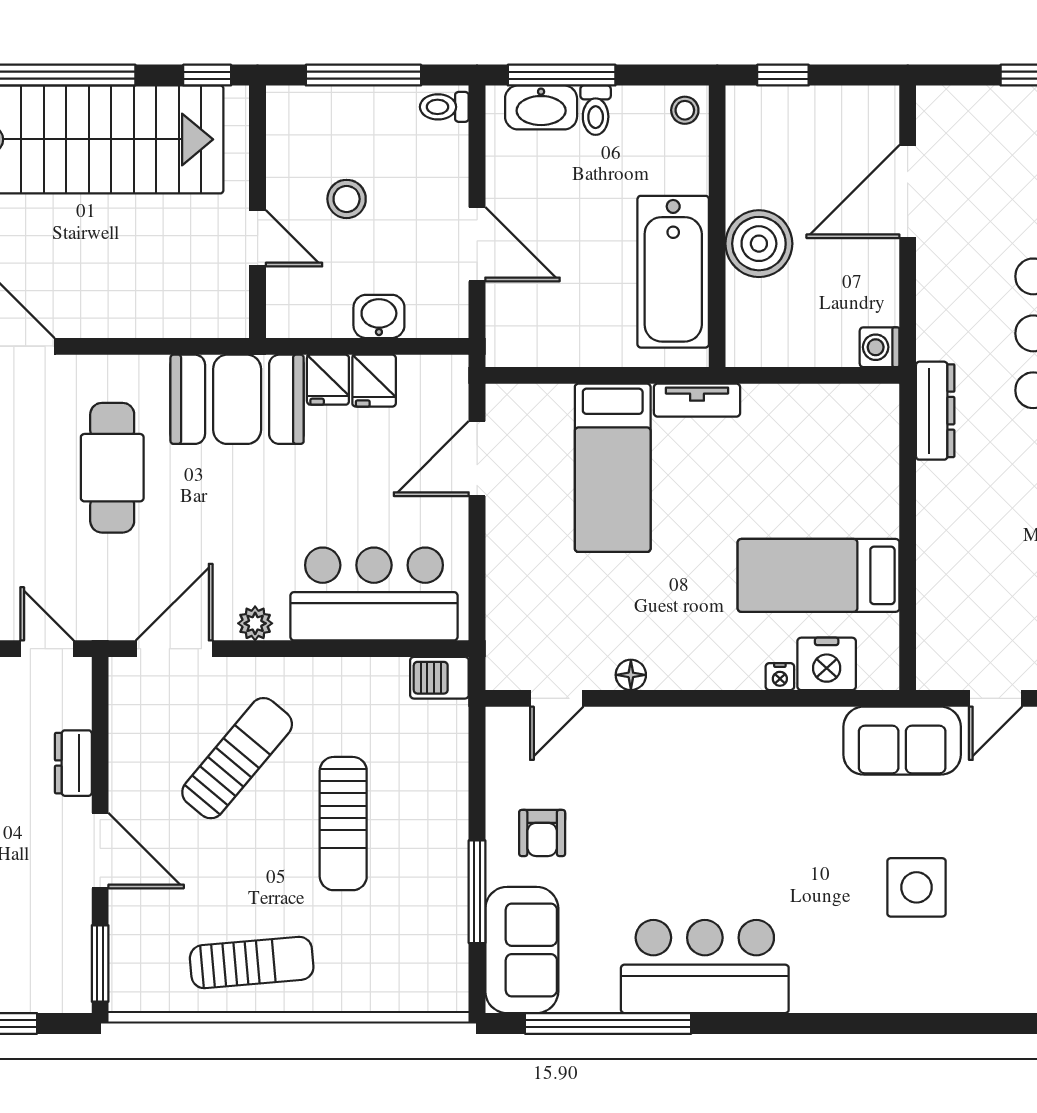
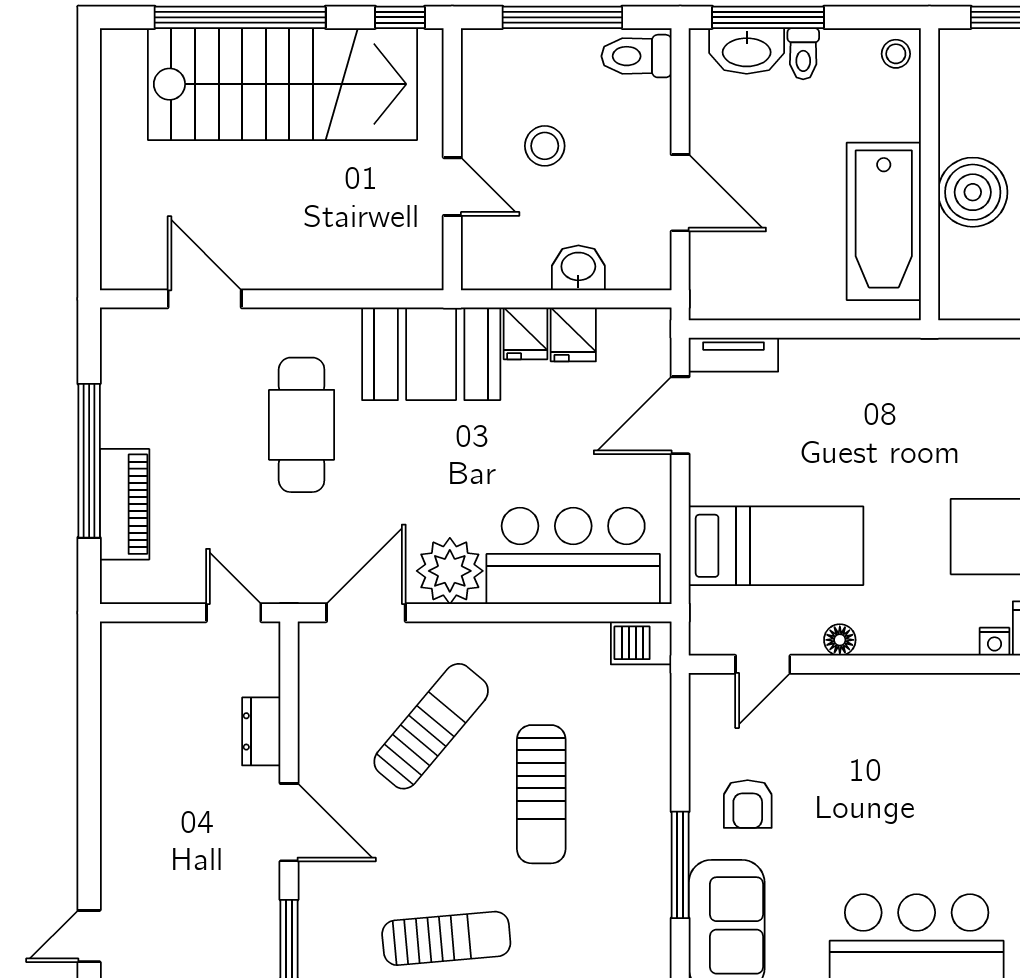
toilet: (444, 107) -> (636, 56), width x1.37, depth x1.39
tv unit: (697, 400) -> (733, 355), moved
bed: (613, 468) -> (776, 546), moved, turned -90
plant: (255, 623) -> (450, 571), width x1.88, depth x1.88

